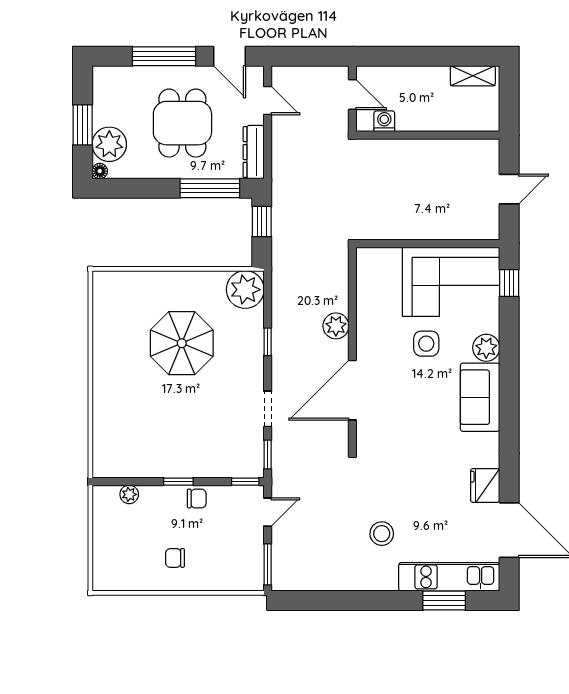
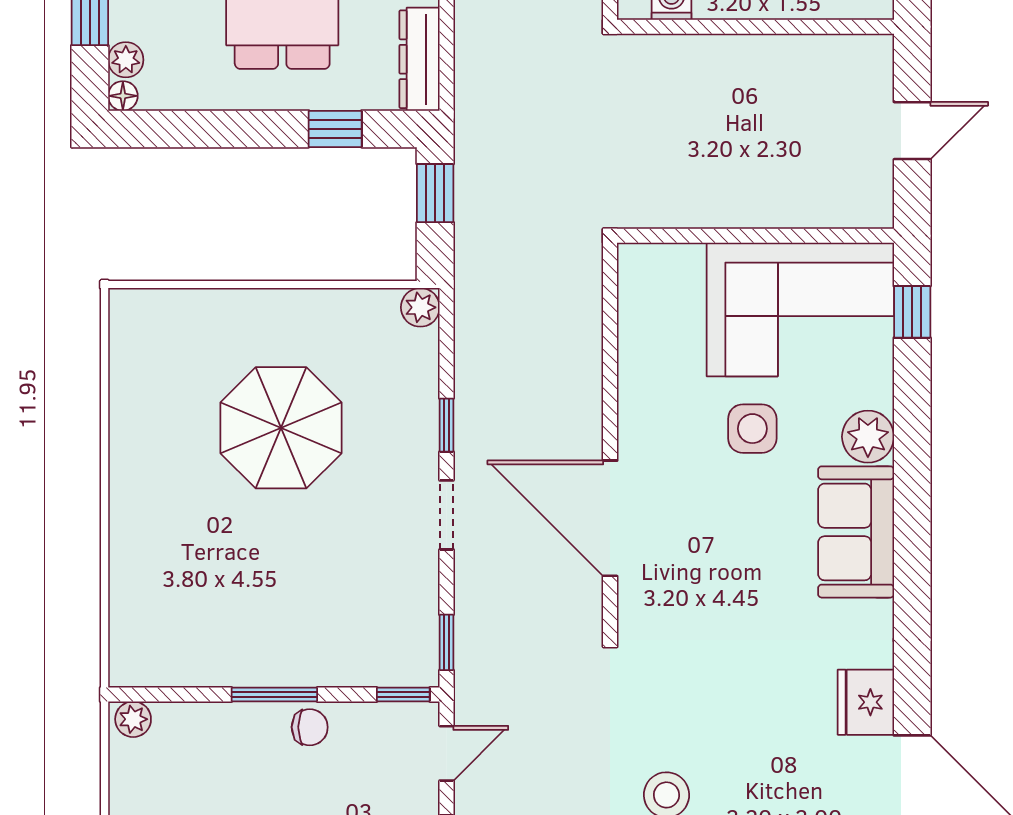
plant: (109, 144) -> (126, 60), width x0.53, depth x0.53
window: (210, 188) -> (335, 129), width x0.46
plant: (245, 290) -> (420, 307), width x0.53, depth x0.53
plant: (336, 326) -> (578, 395), removed
door: (352, 390) -> (610, 518), hinge flipped
doorway: (268, 409) -> (447, 515), moved
window: (178, 482) -> (274, 695), width x1.50
plant: (129, 494) -> (133, 719), moved

